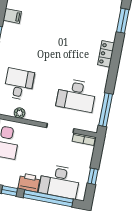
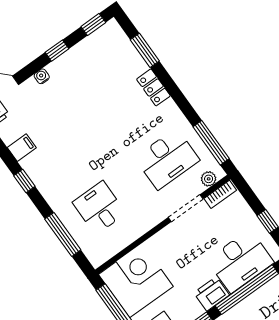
window: (123, 21) -> (145, 50), moved
plant: (20, 113) -> (209, 179), moved

